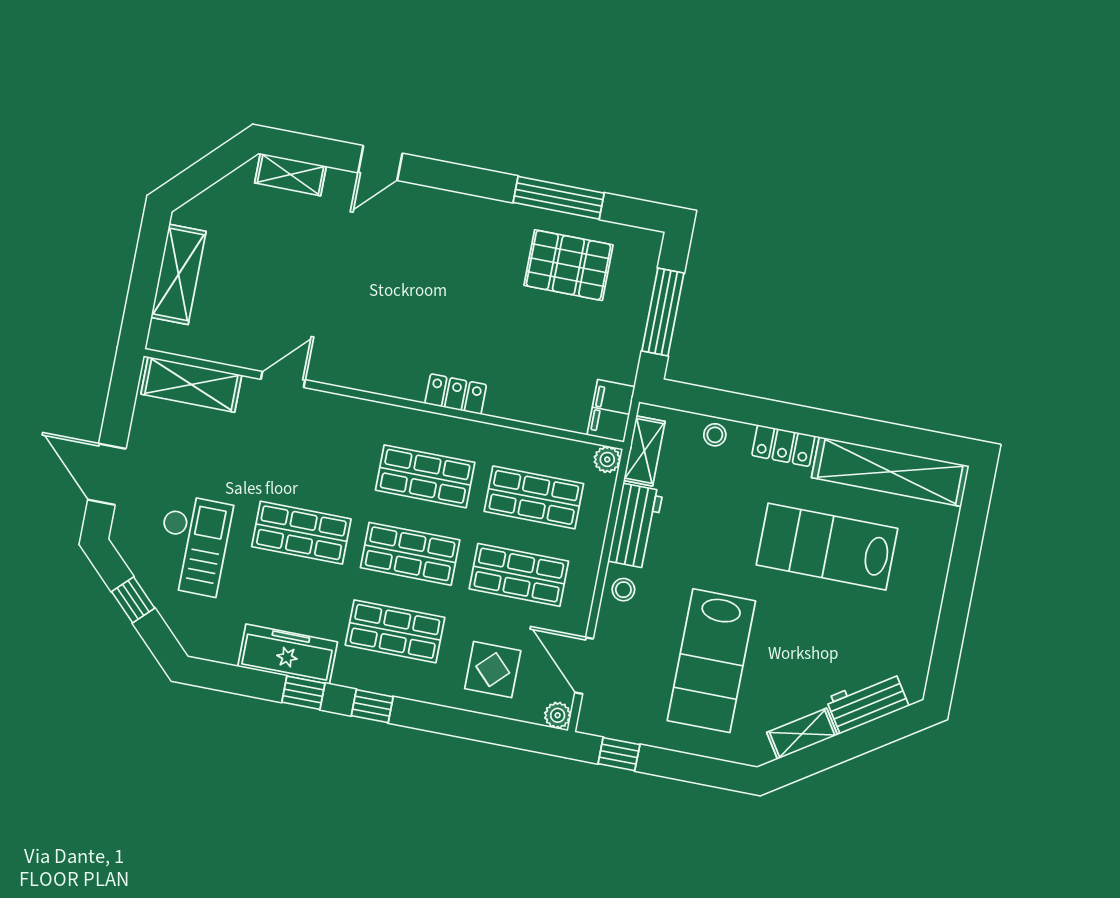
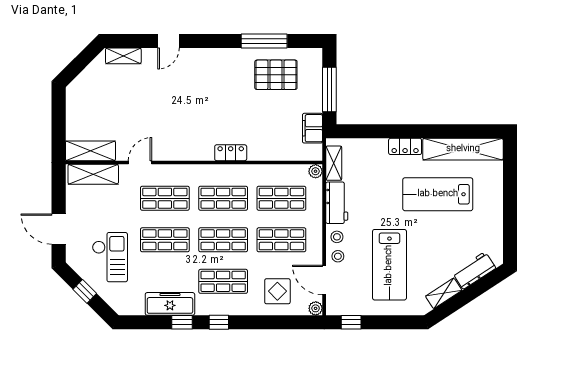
shelving: (178, 274) -> (90, 151), moved, turned 90
filing cabinet: (611, 411) -> (313, 128), moved
stool: (715, 435) -> (338, 256), moved
shop shelf: (316, 455) -> (165, 198), added

